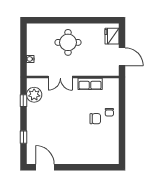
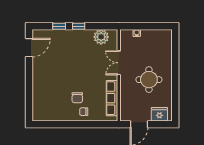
round table: (68, 42) -> (149, 80), moved
row of seats: (90, 84) -> (112, 98), width x1.48
window: (23, 101) -> (79, 26), moved

